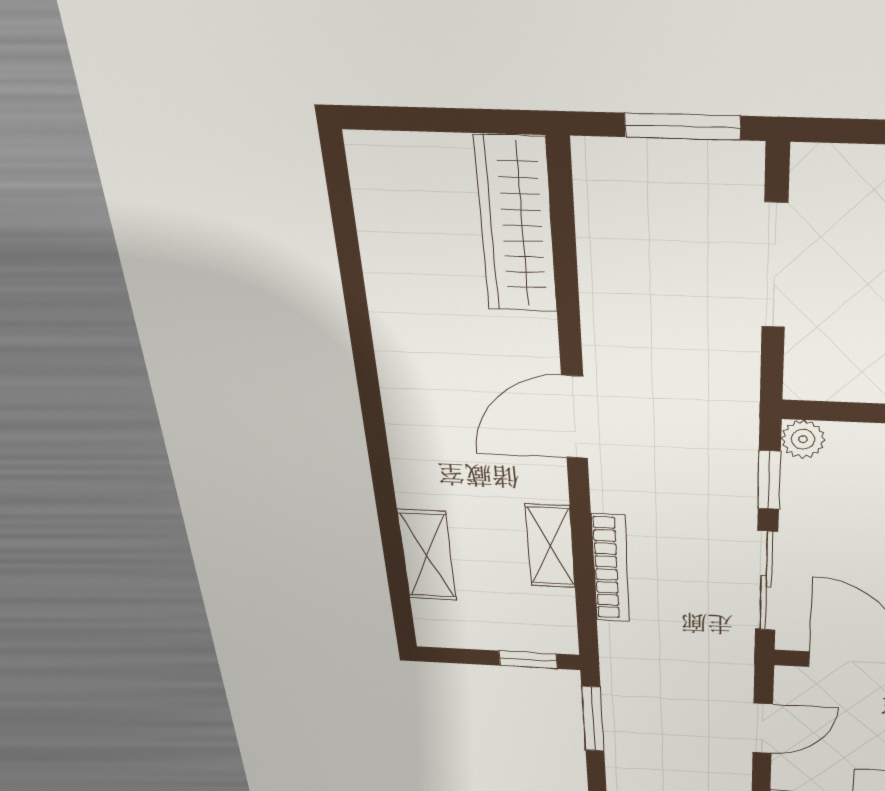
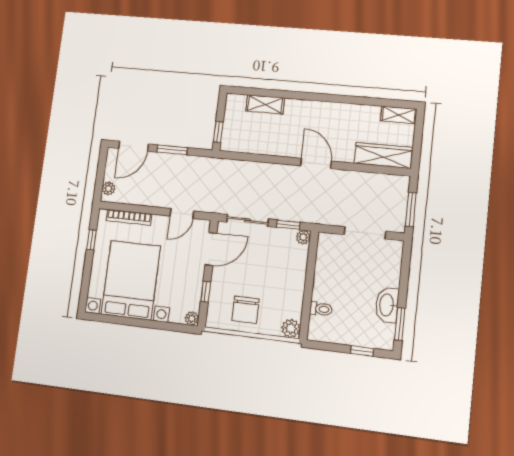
shelving: (550, 546) -> (399, 115), moved
bookcase: (610, 568) -> (256, 167), removed
window: (593, 719) -> (172, 150), moved
door: (763, 728) -> (182, 214), hinge flipped

